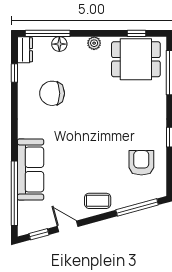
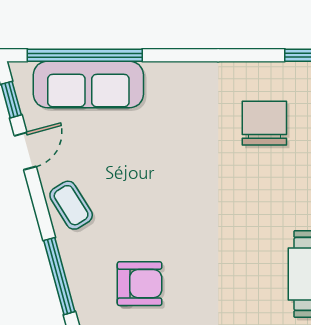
sofa: (31, 169) -> (88, 84), moved
coffee table: (98, 201) -> (71, 205), turned -32

